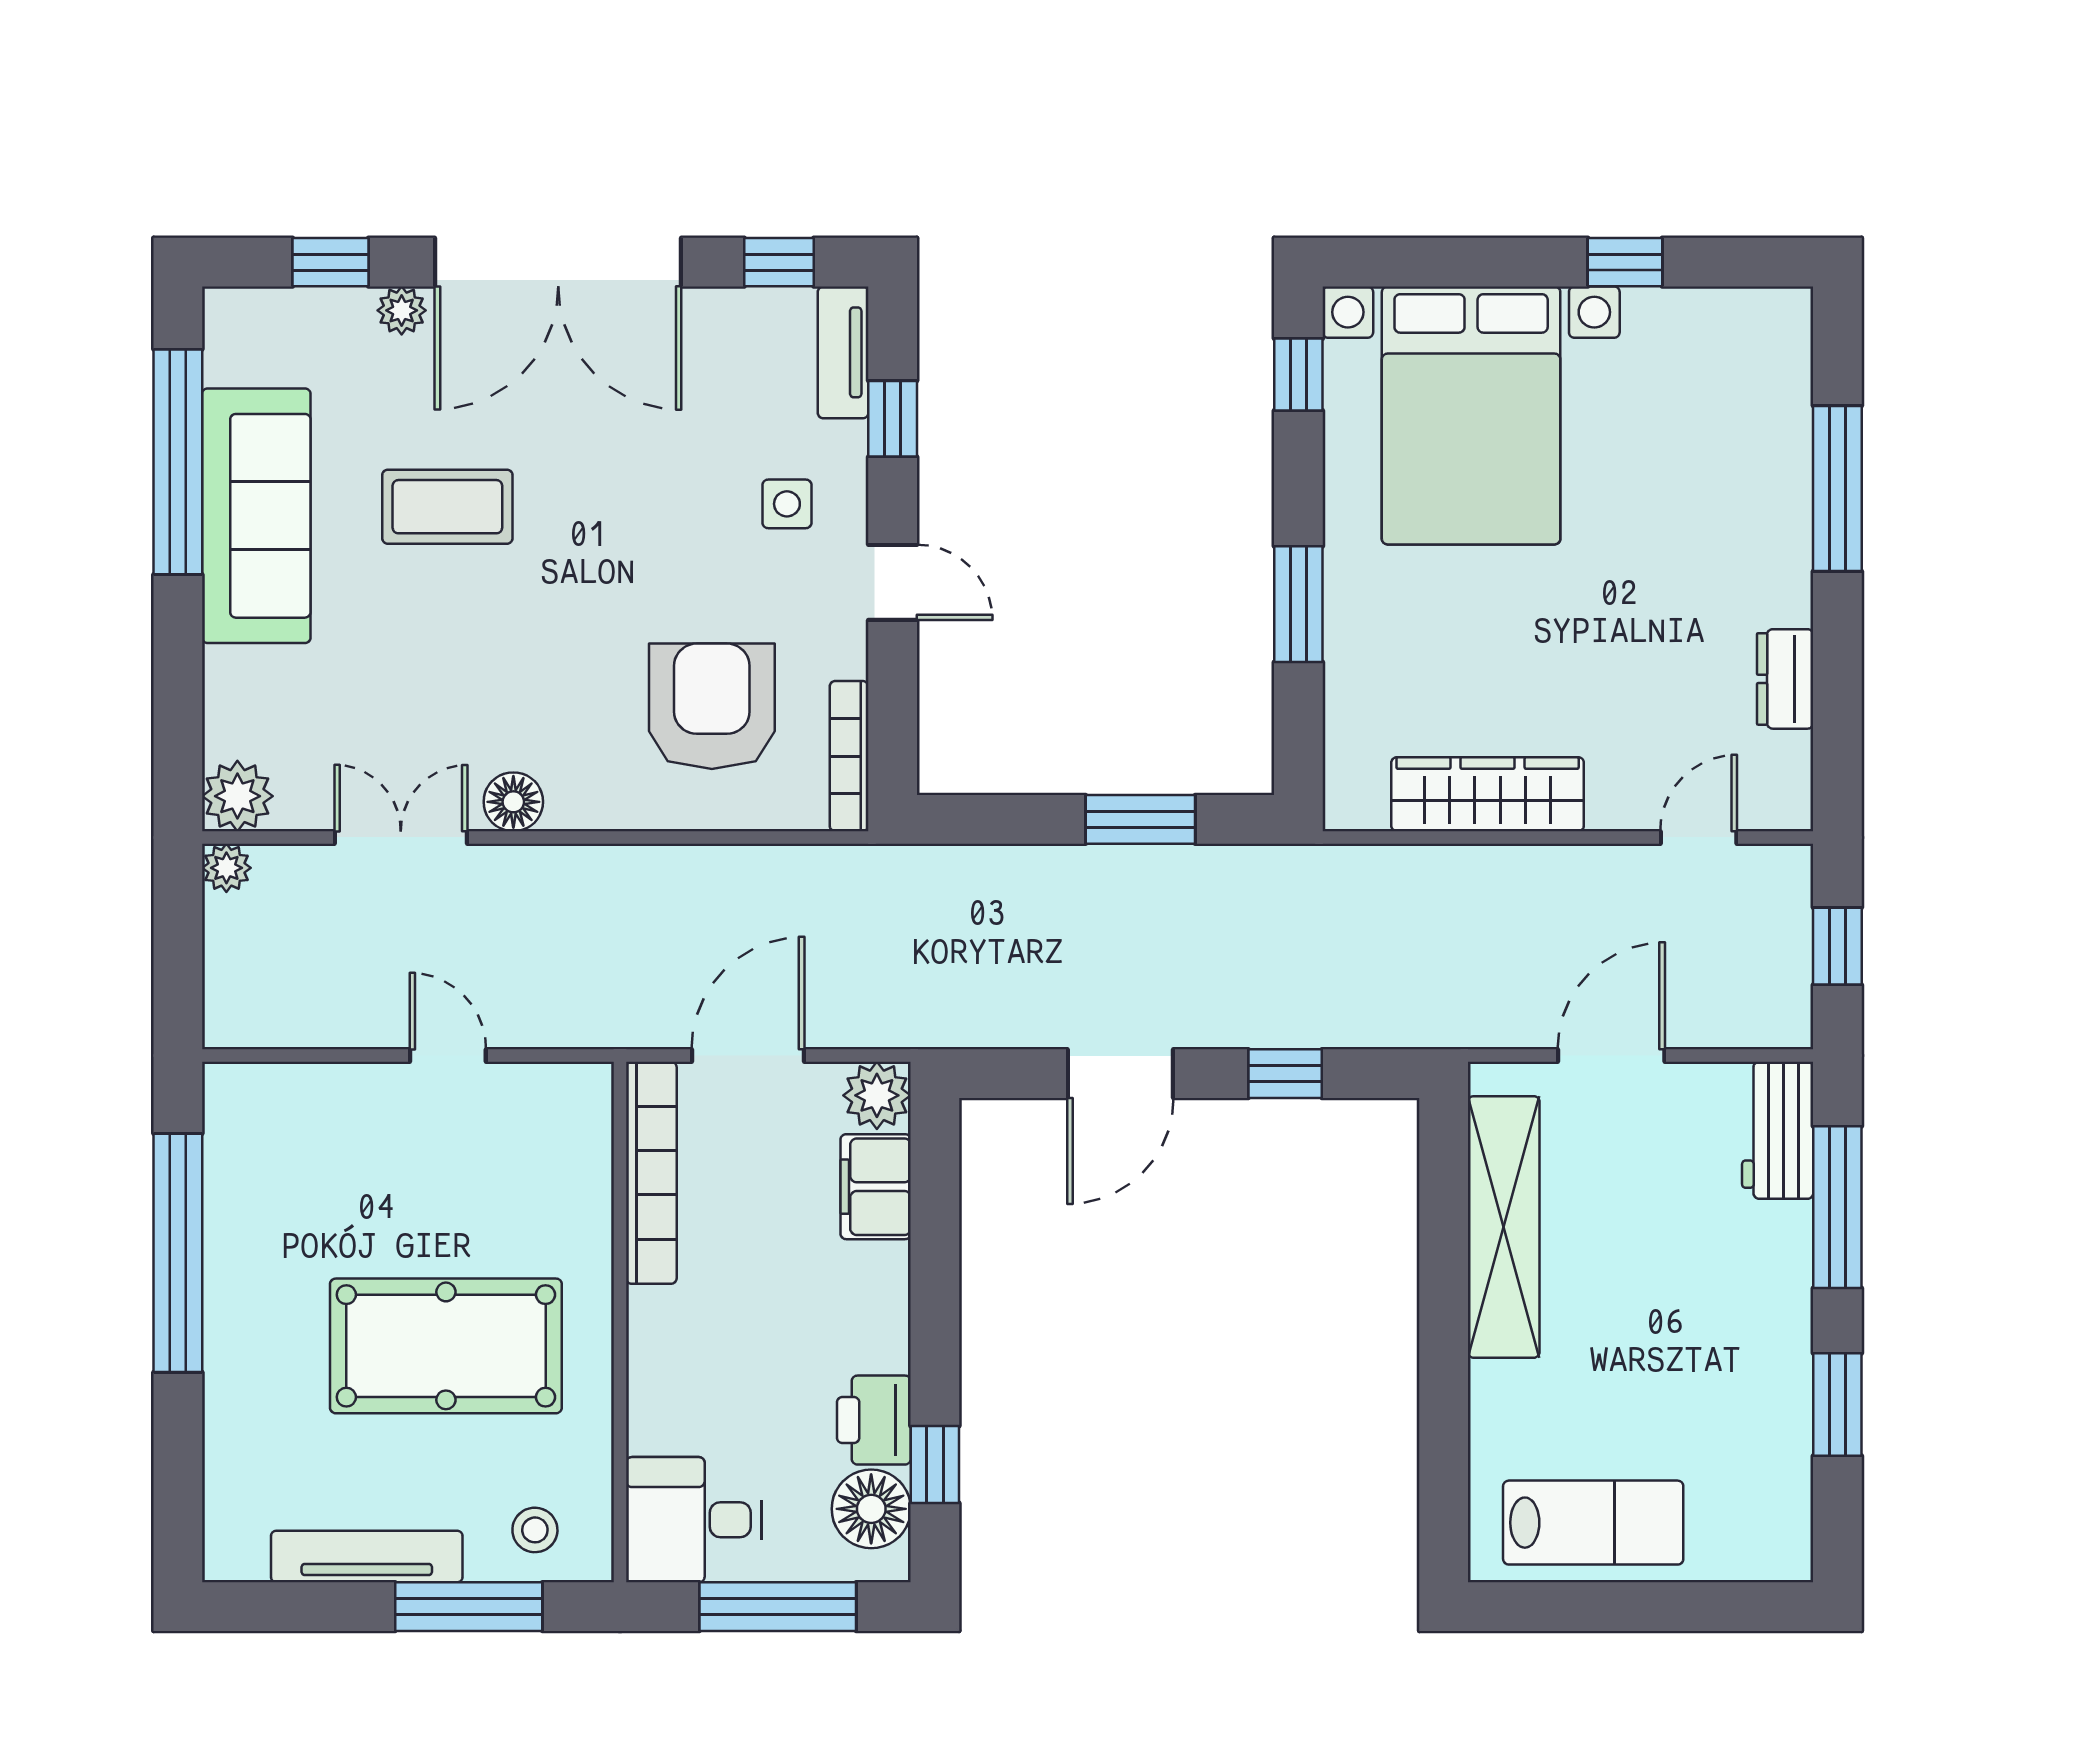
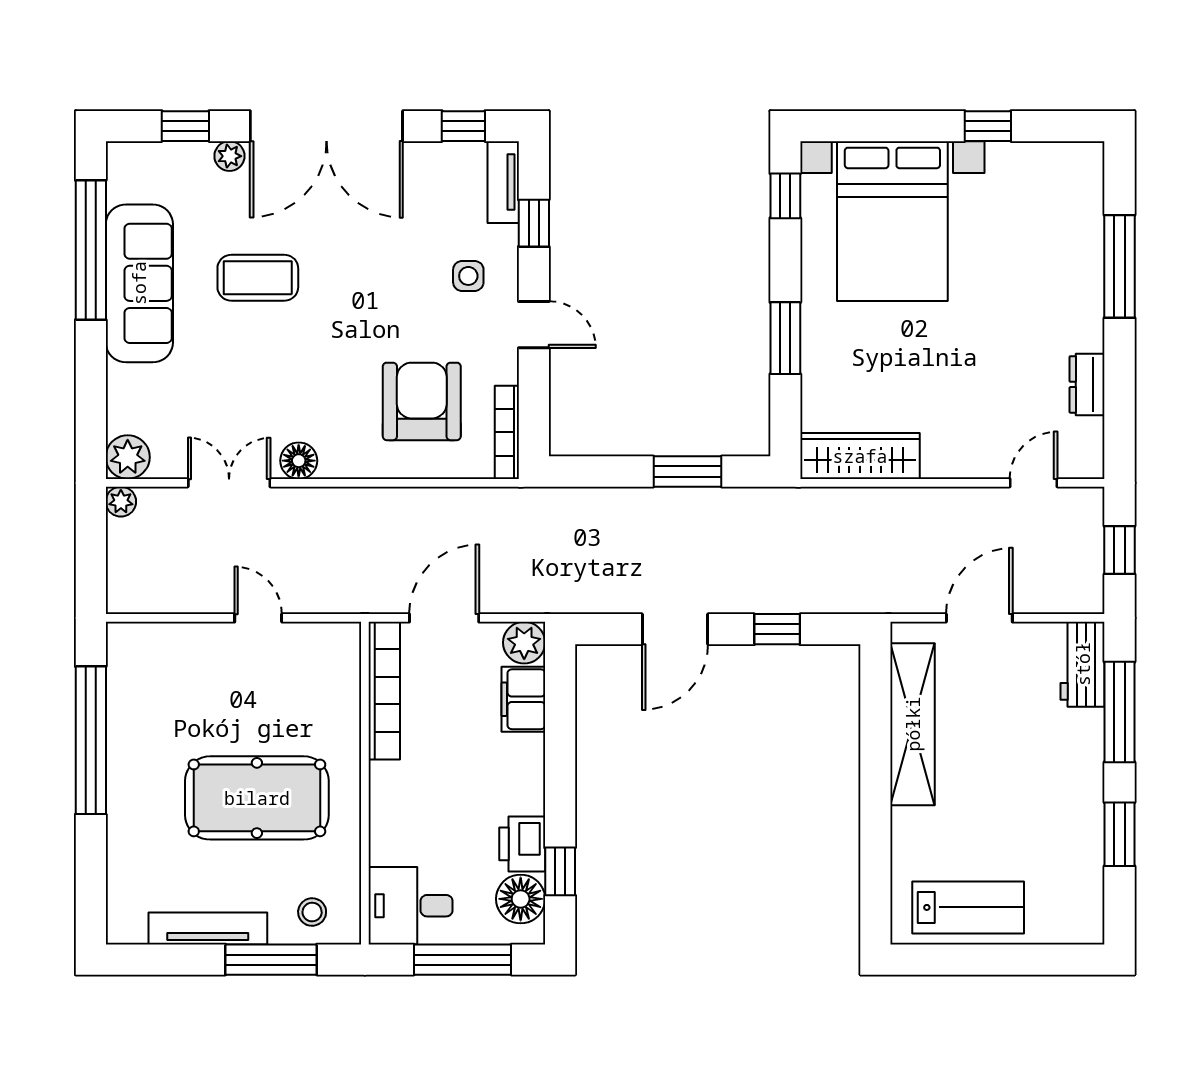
wardrobe: (1488, 794) -> (860, 456), moved

